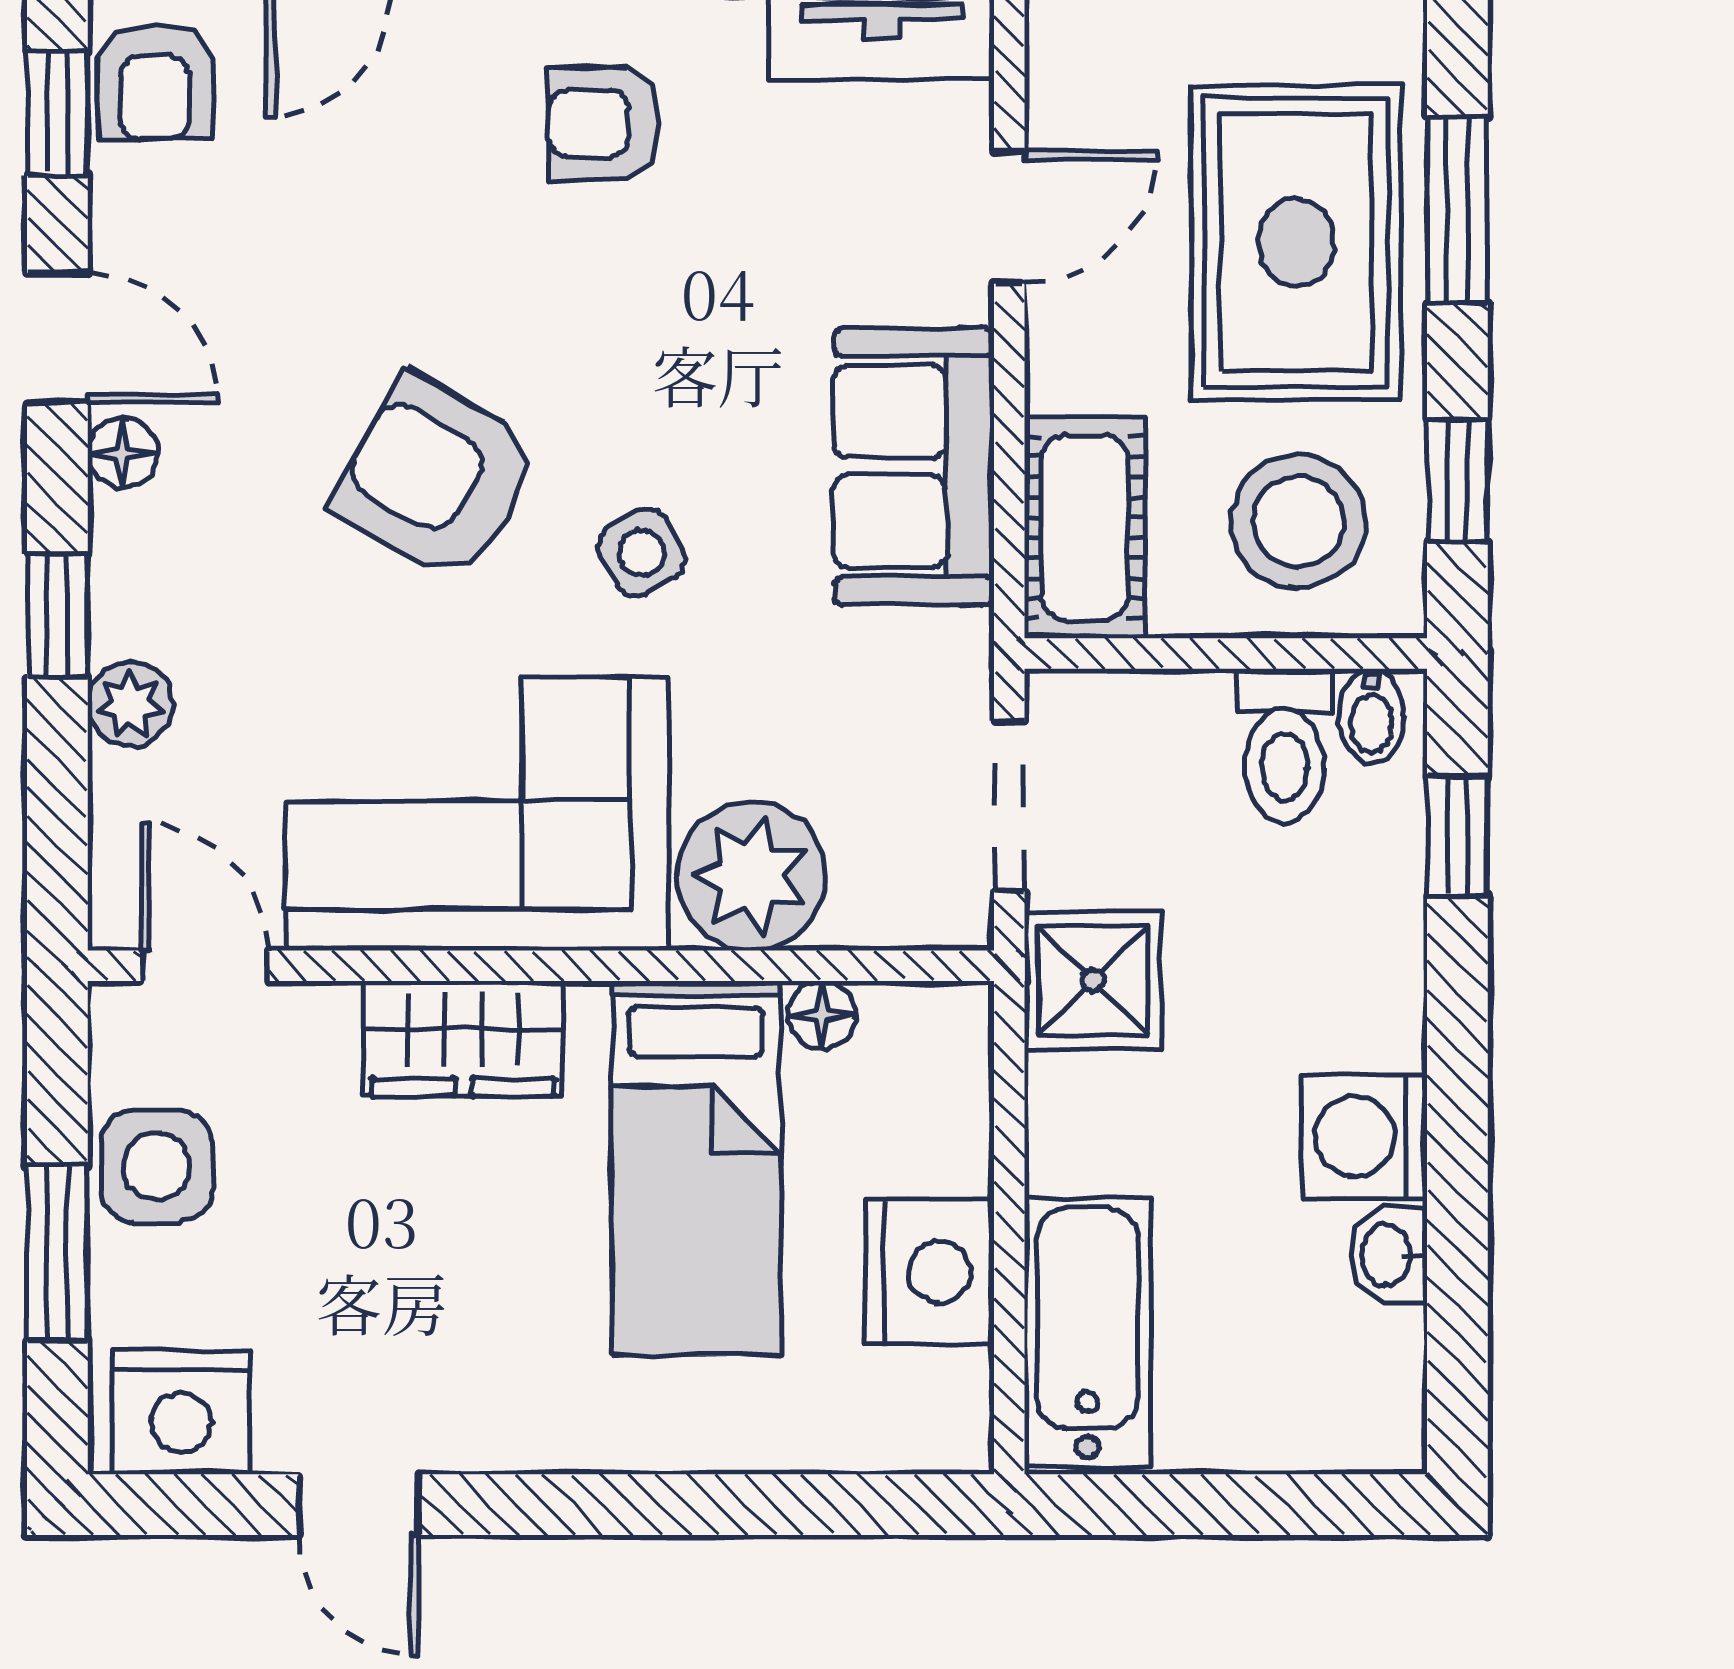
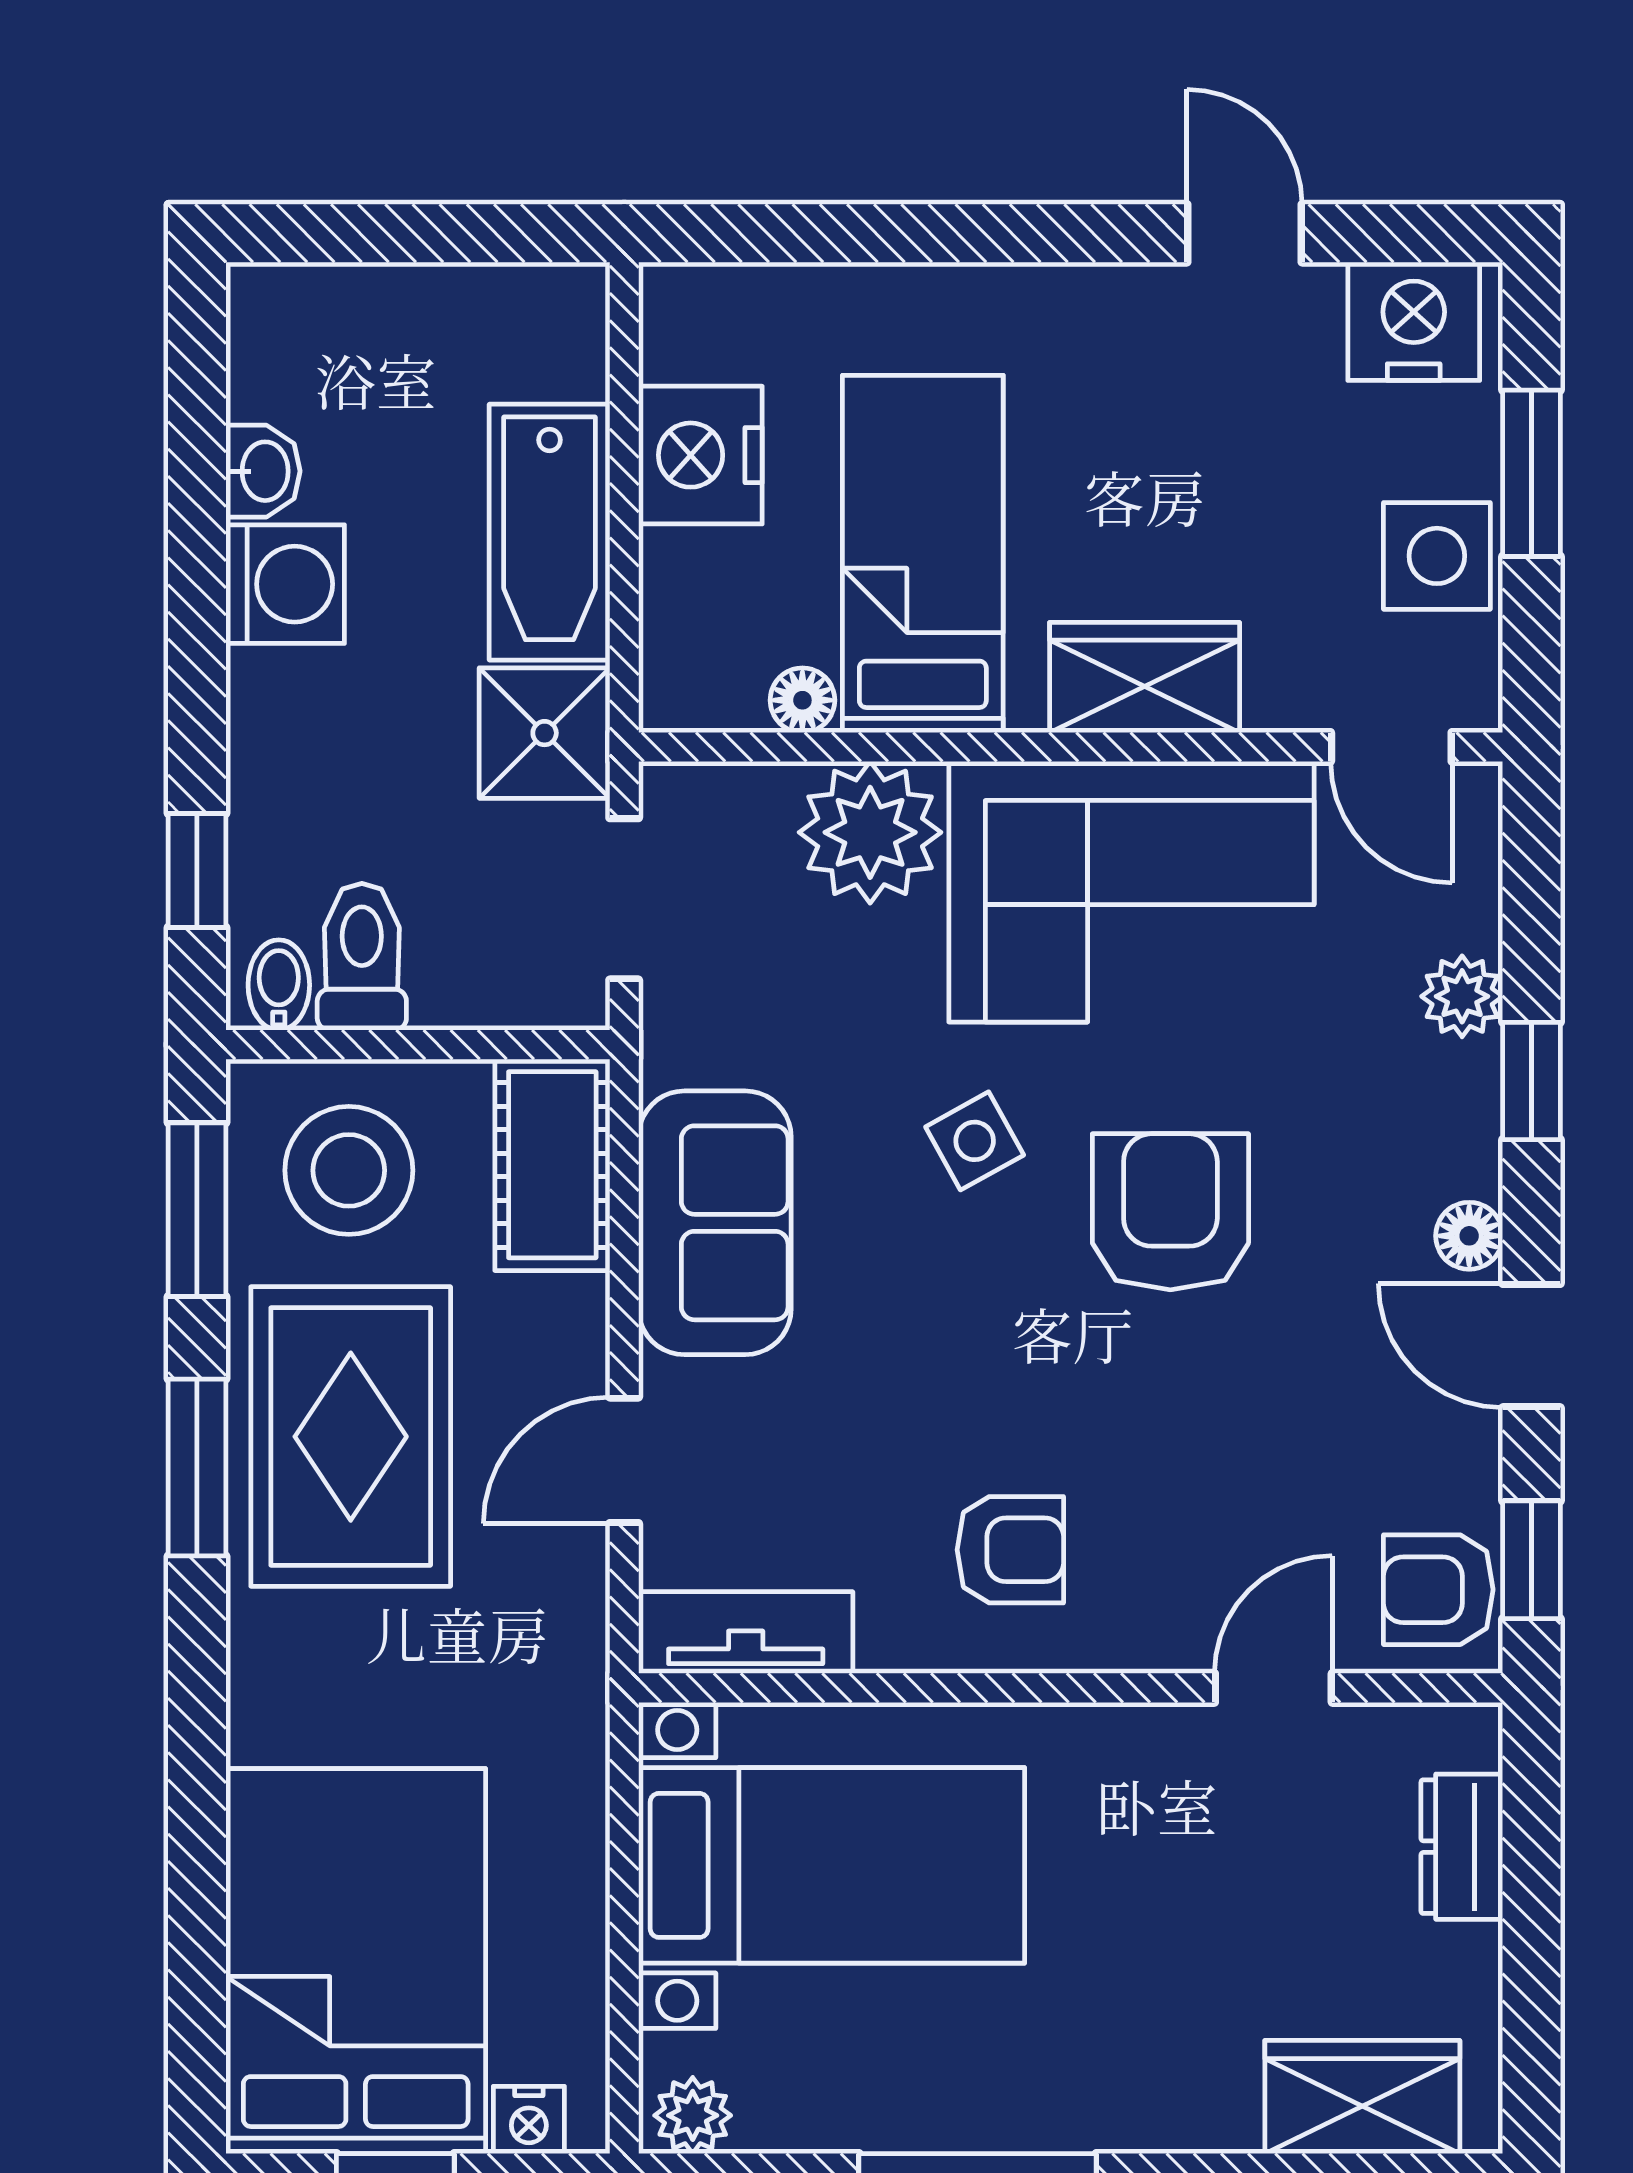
armchair: (155, 82) -> (1438, 1590), turned -90
armchair: (436, 478) -> (1170, 1212), turned -120
window: (1457, 480) -> (197, 1210), width x1.50
bathtub: (1088, 1332) -> (549, 532), moved

